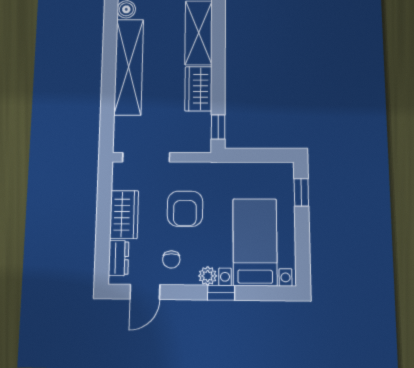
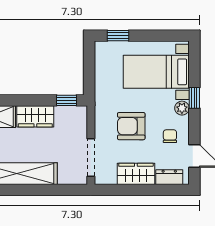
armchair: (185, 209) -> (131, 126), turned 180
chair: (171, 259) -> (170, 136), turned -90

